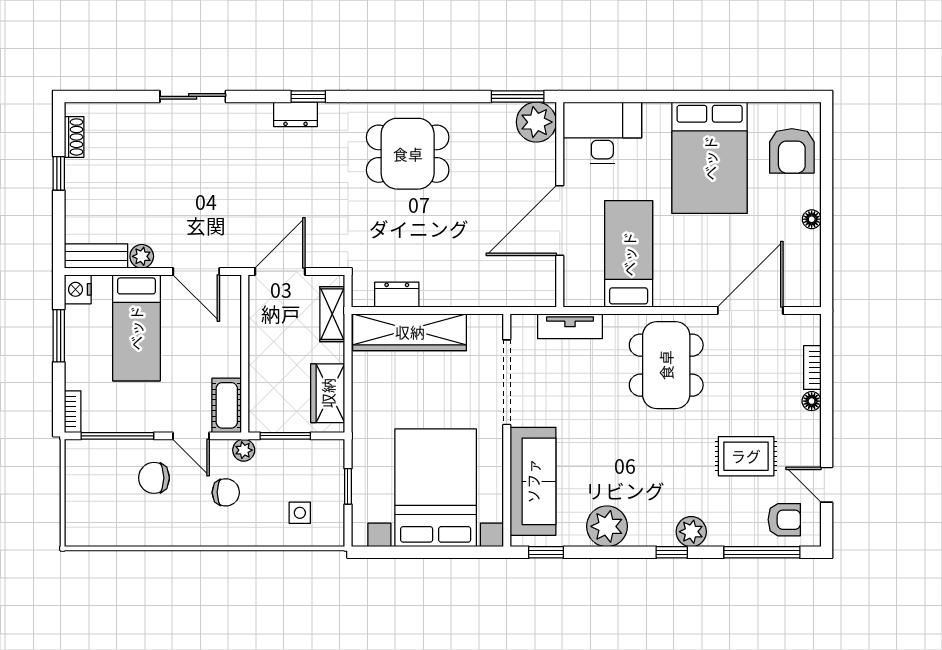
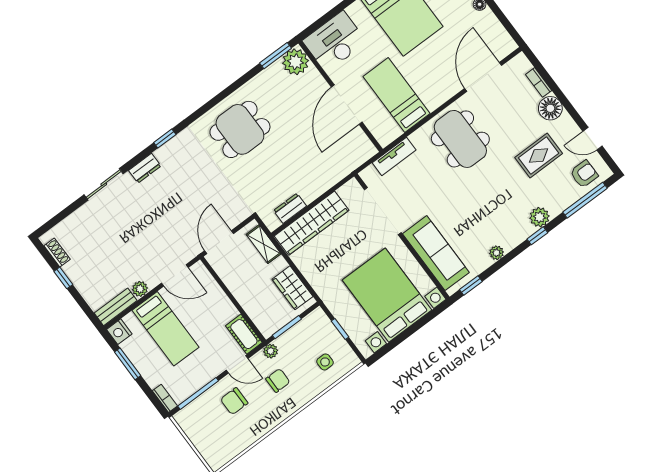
dresser: (296, 114) -> (145, 168), moved
floor lamp: (812, 401) -> (550, 108), width x1.89, depth x1.89
plant: (607, 526) -> (497, 253), width x0.53, depth x0.53

